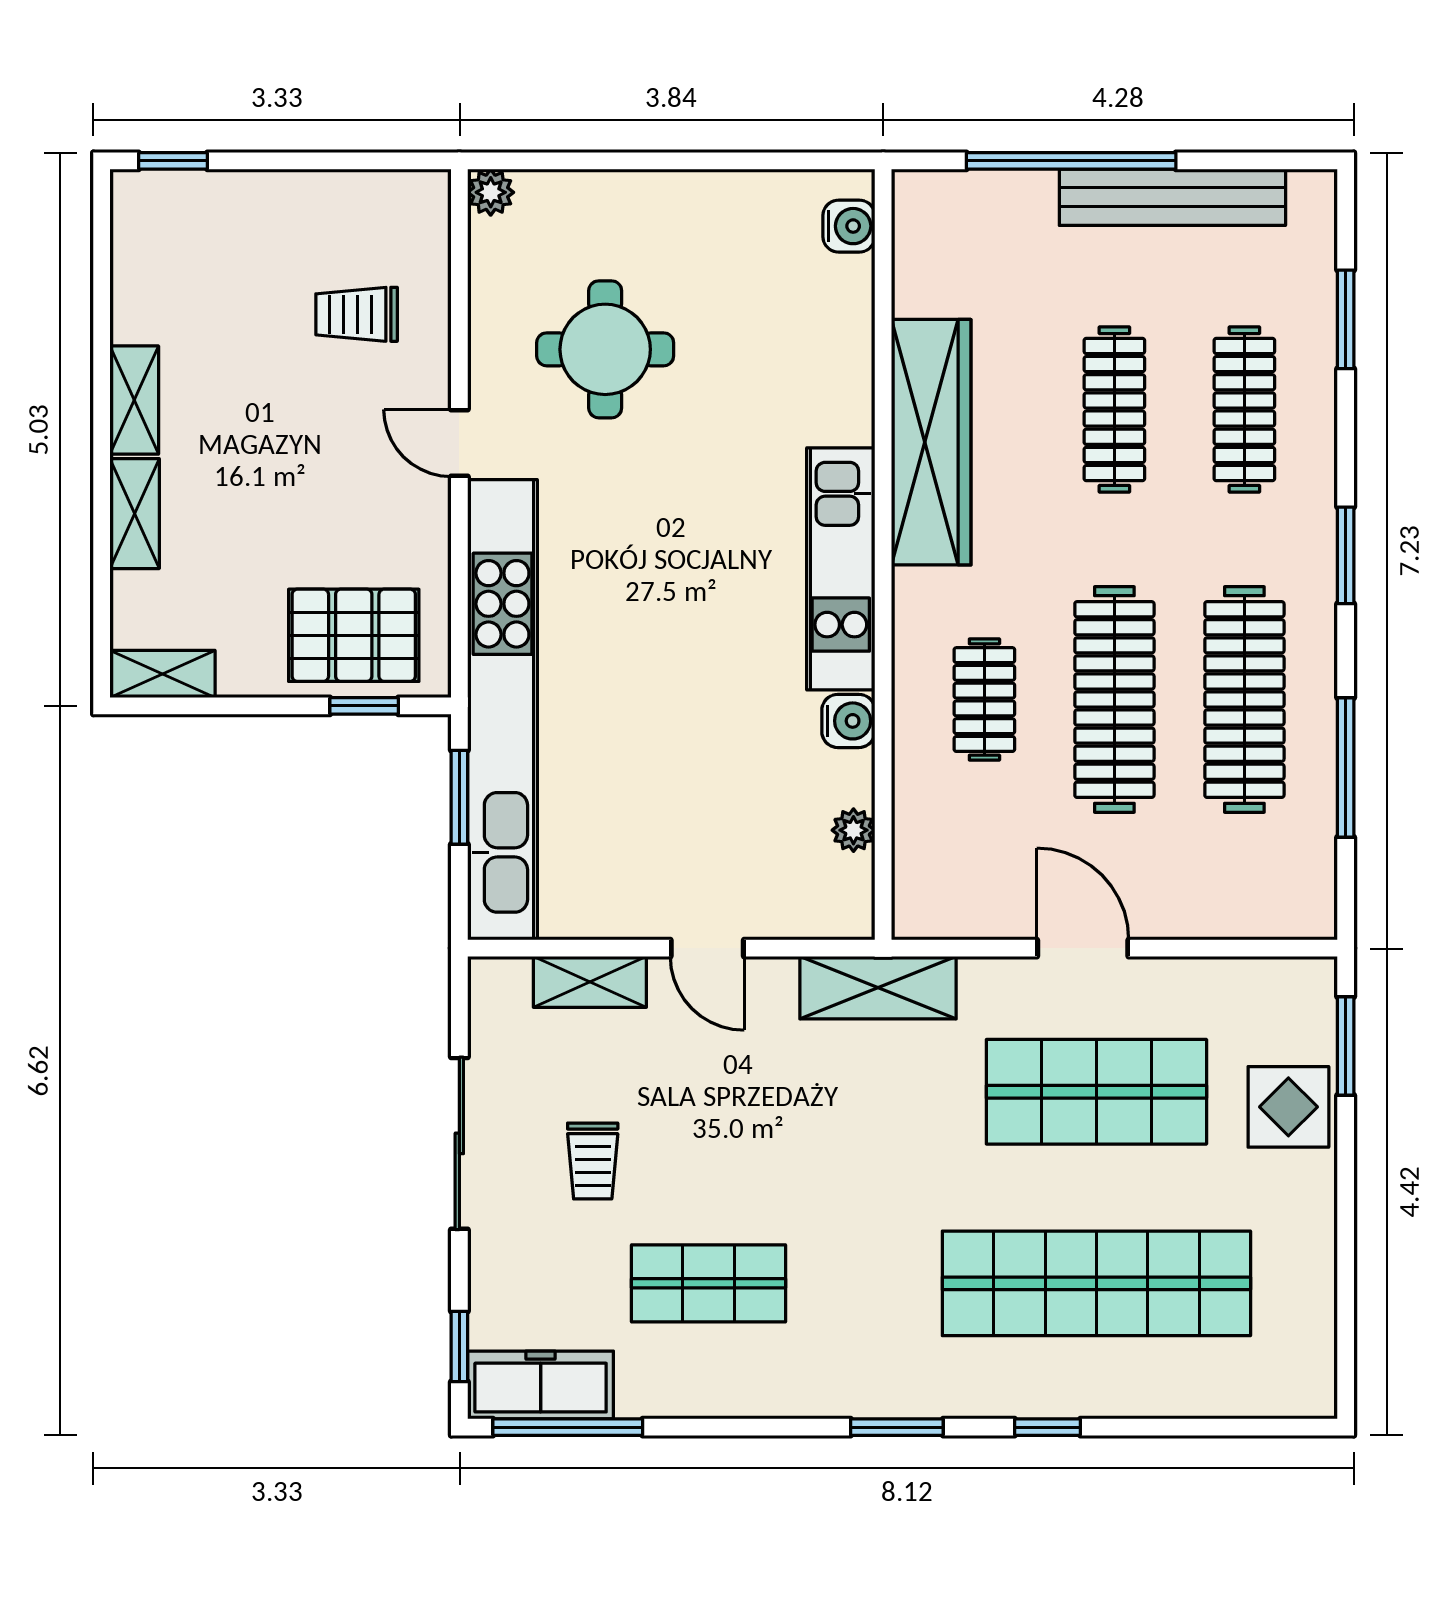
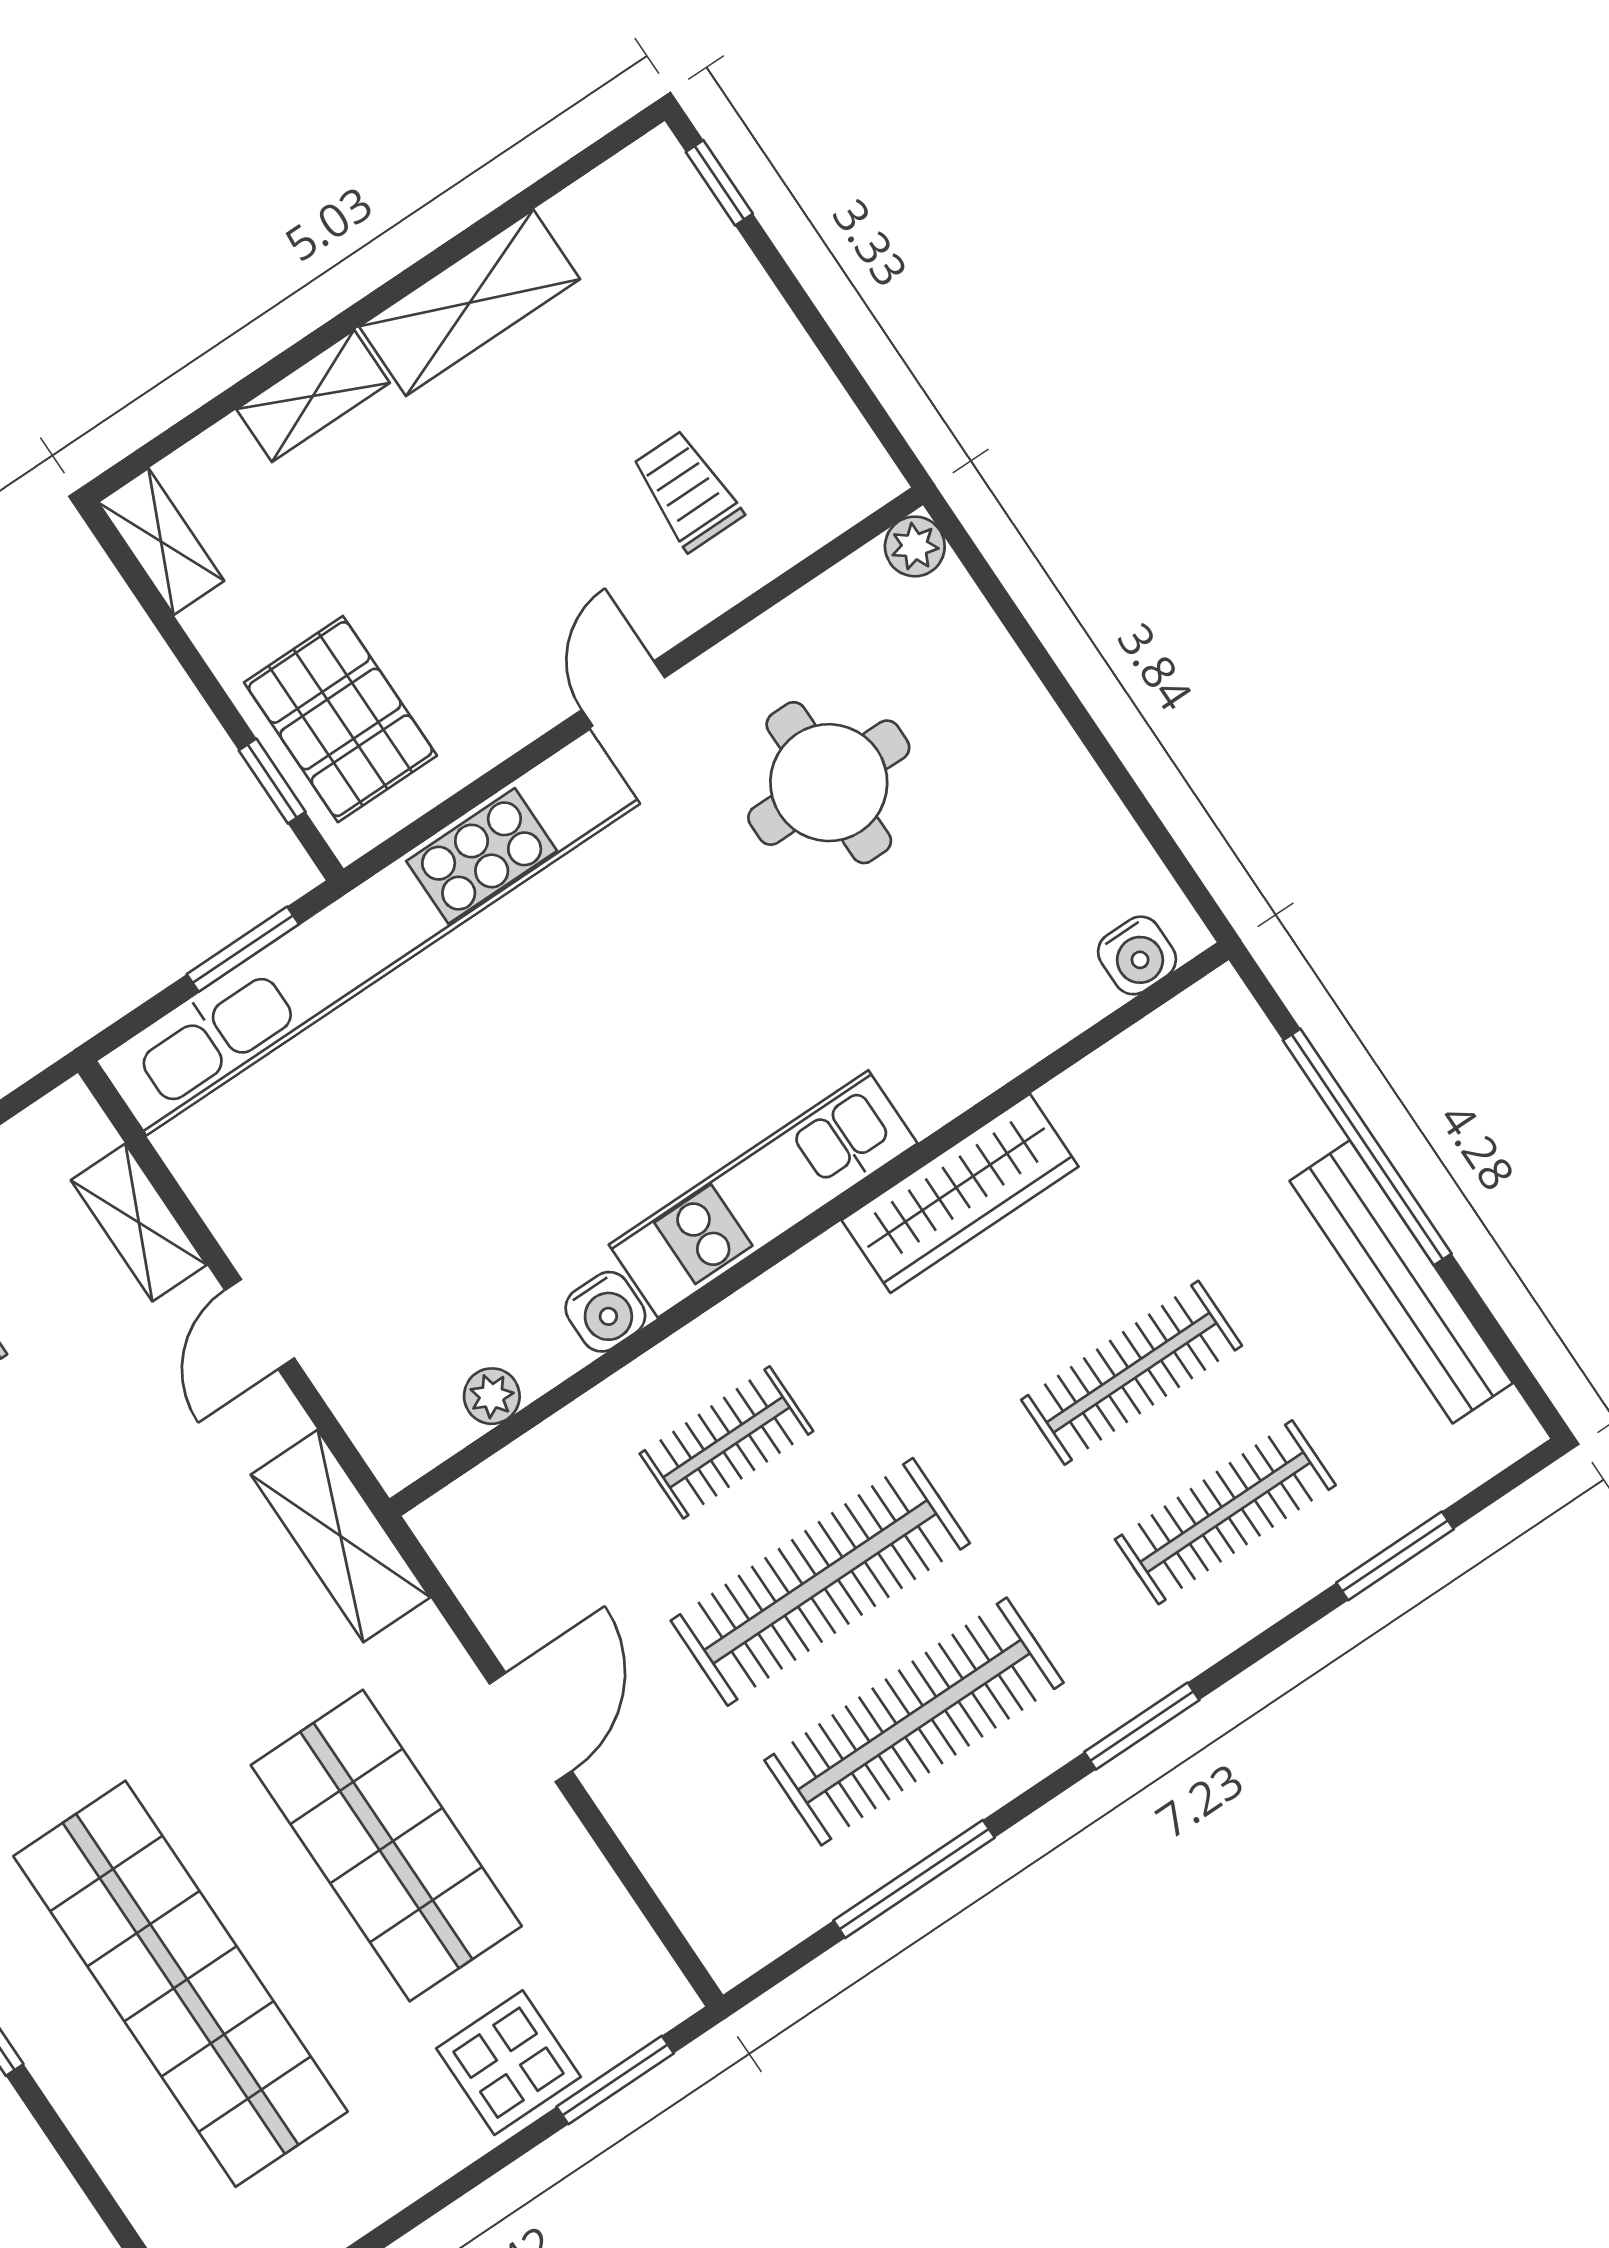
shelving: (134, 400) -> (470, 303), width x1.50, depth x1.33
wardrobe: (931, 442) -> (960, 1193), width x0.71, depth x0.85

